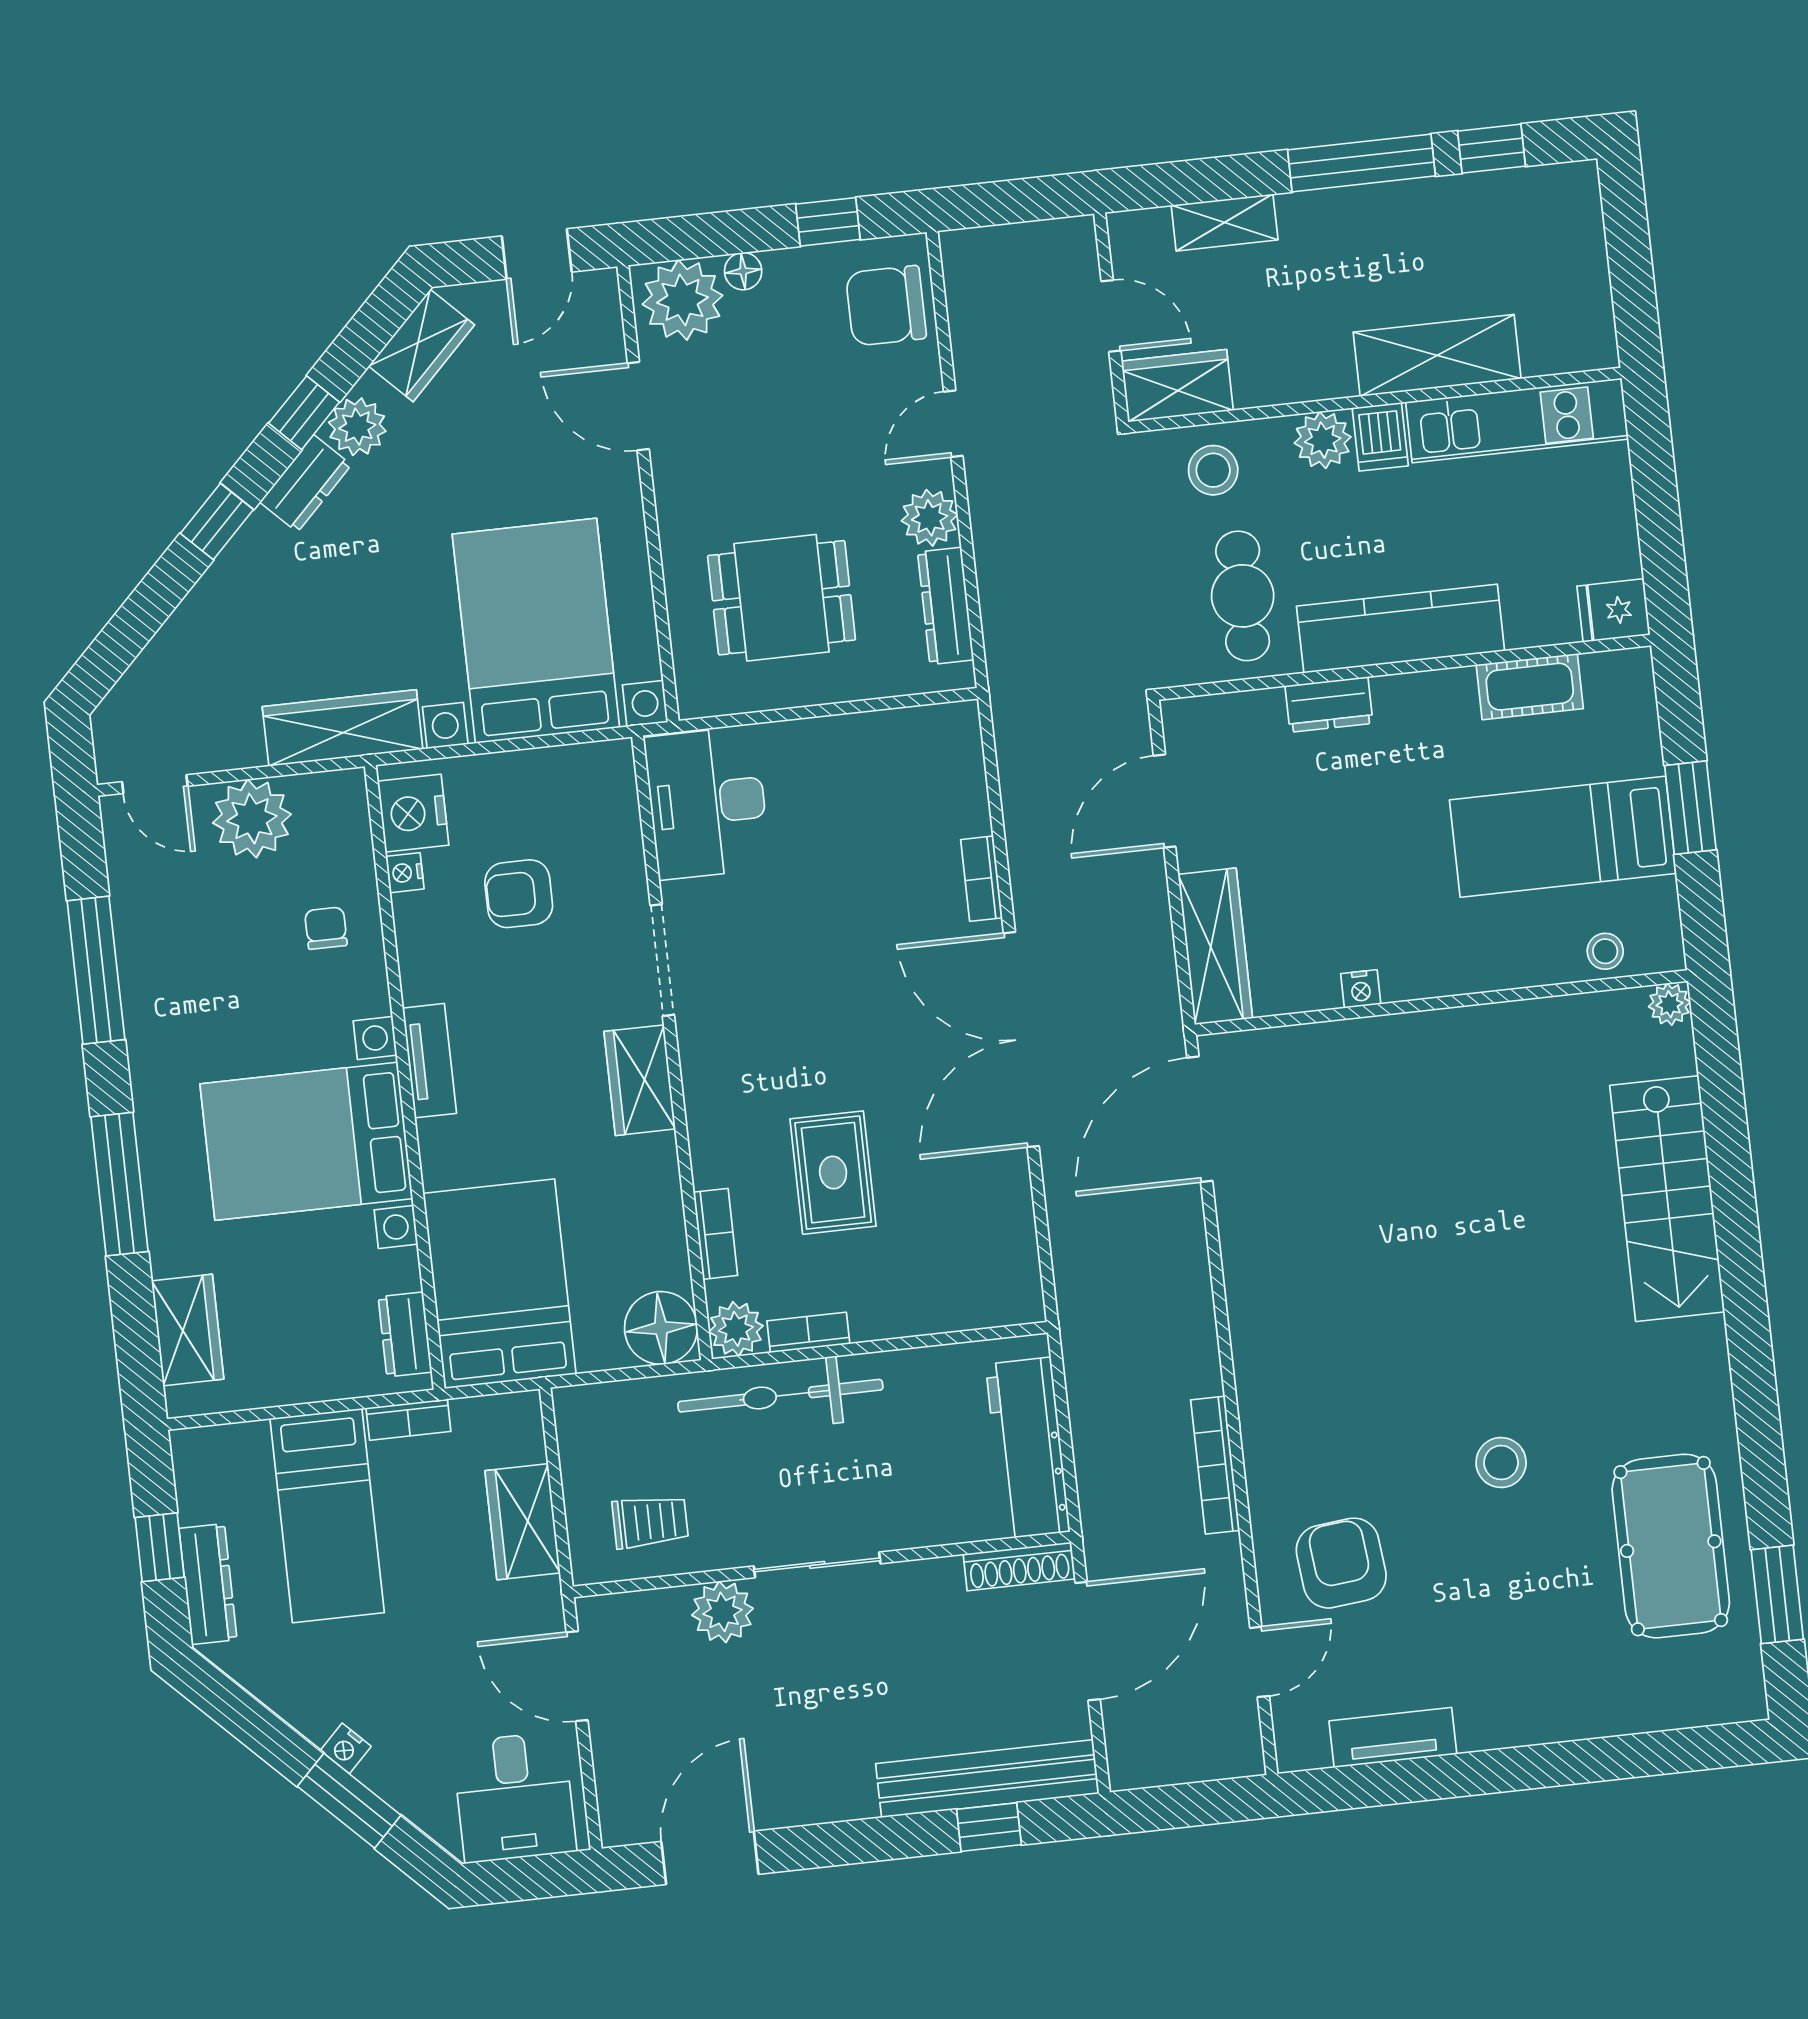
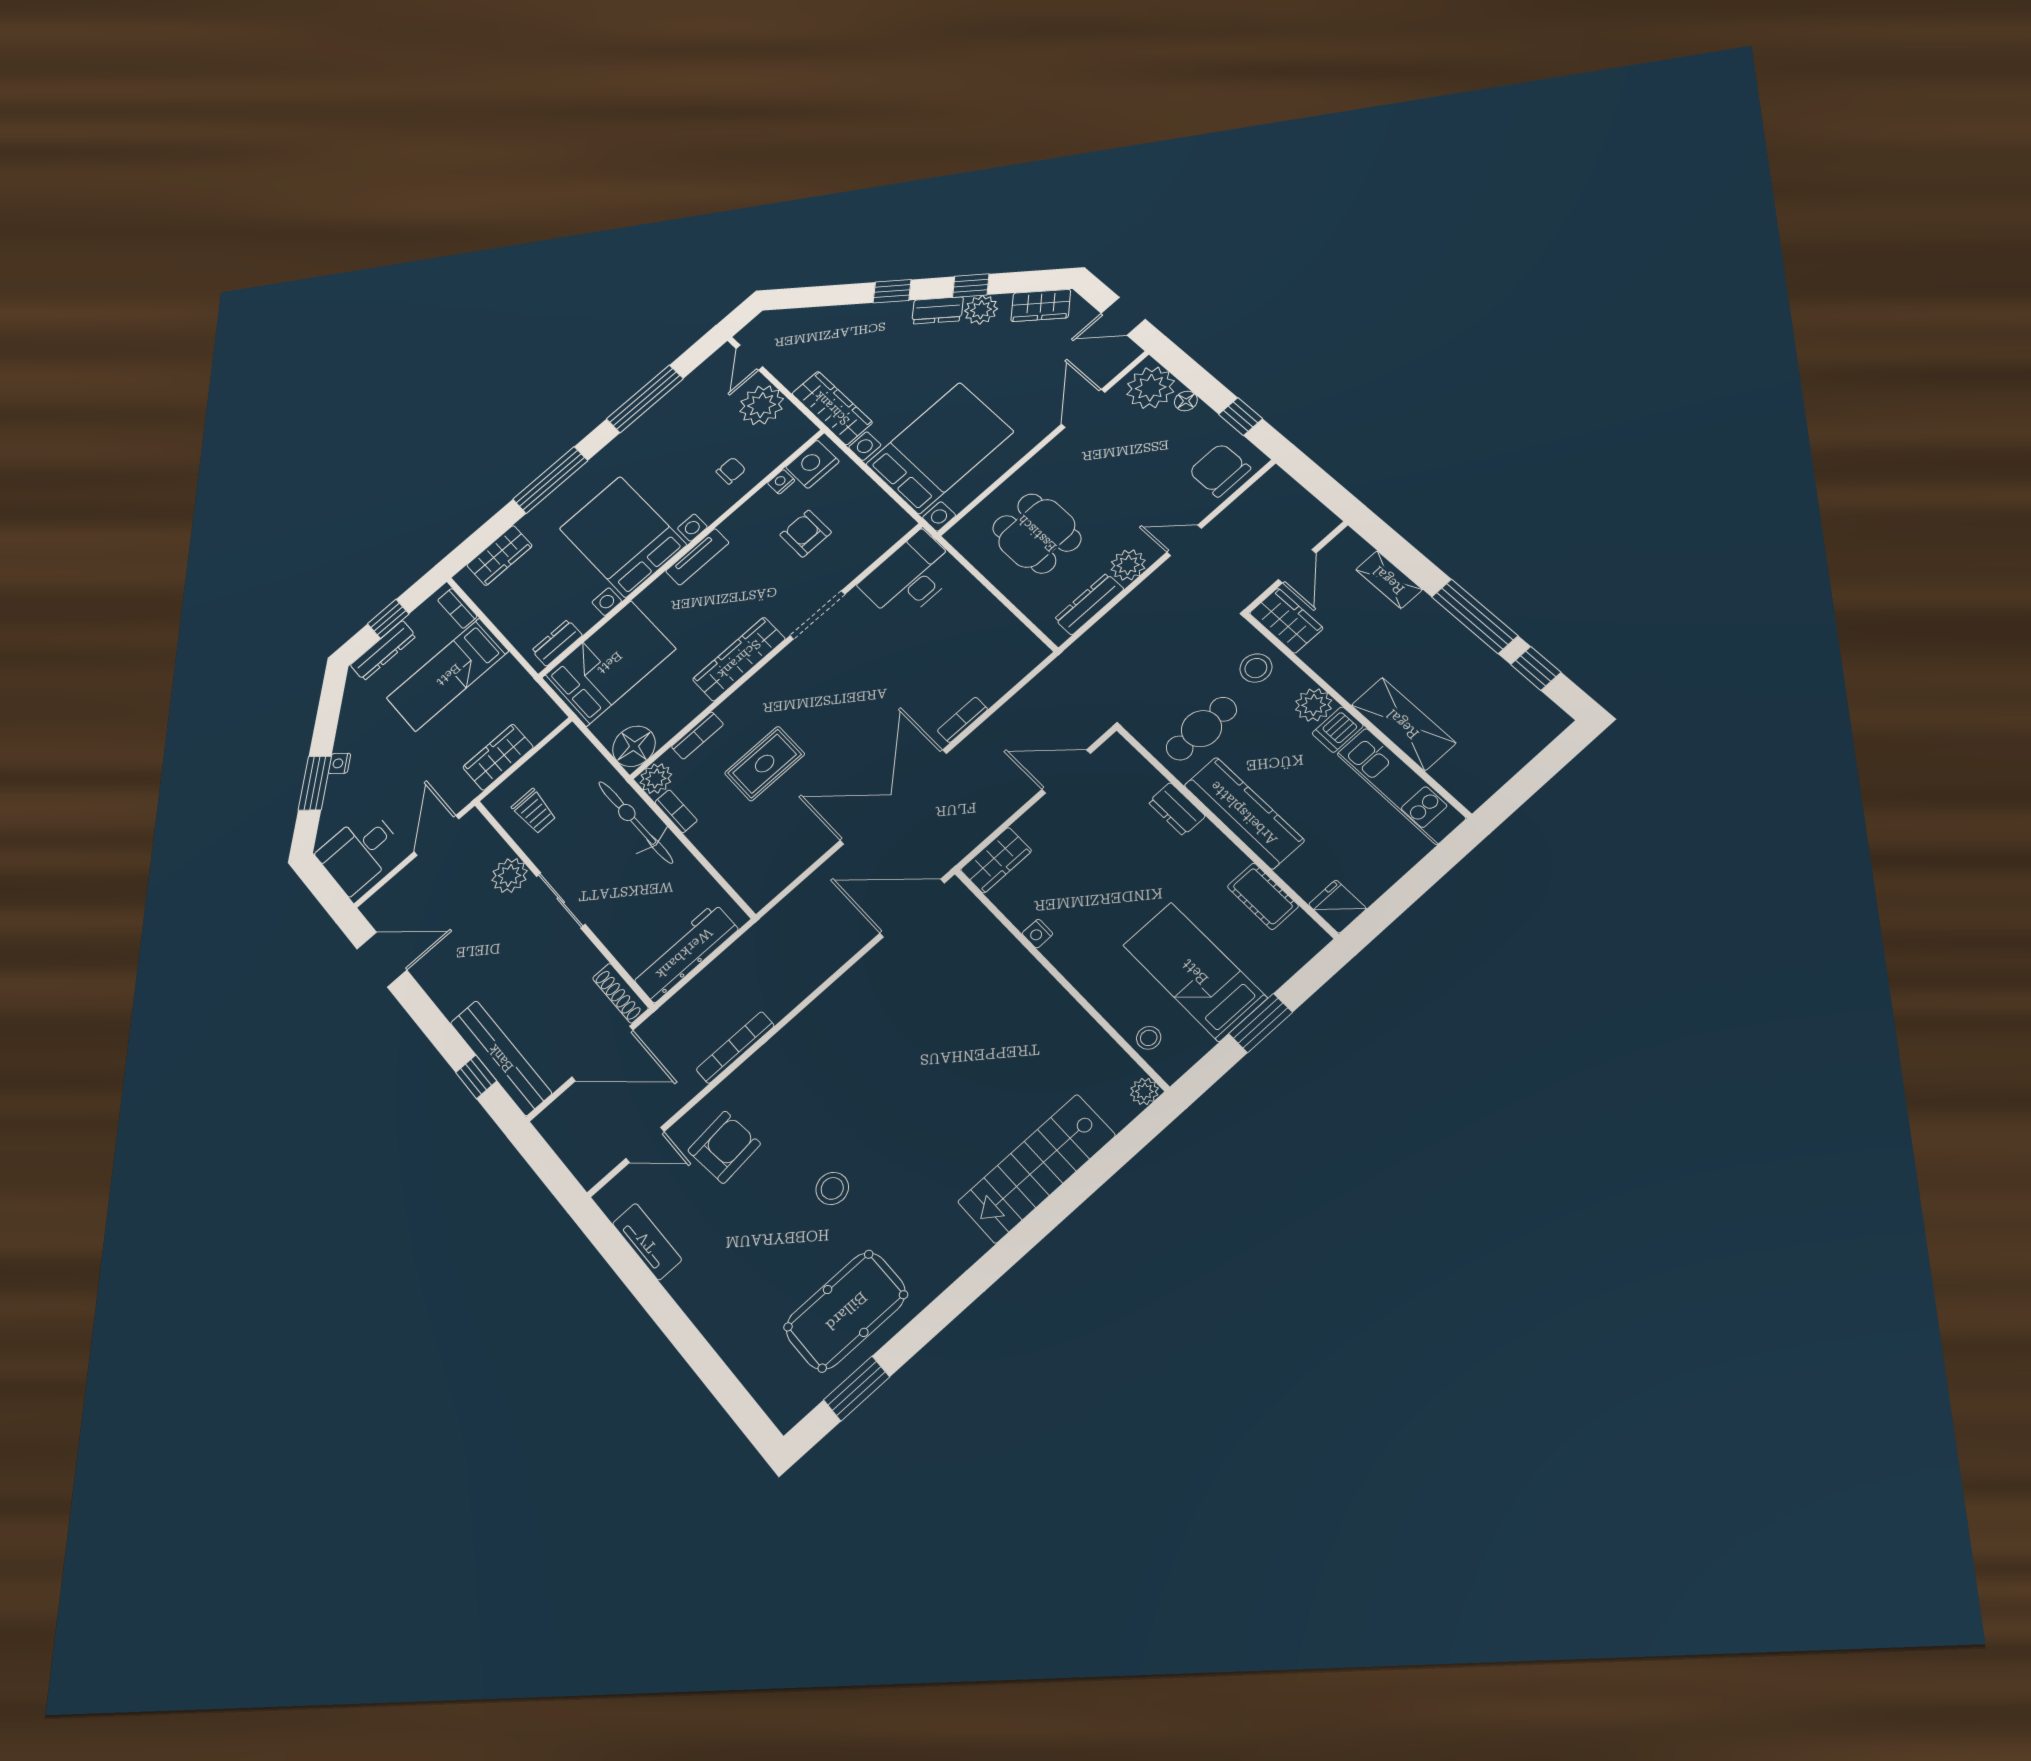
wardrobe: (1215, 946) -> (996, 860), width x0.67
wardrobe: (640, 1080) -> (739, 659), width x1.50
bookcase: (408, 1420) -> (457, 608), moved

